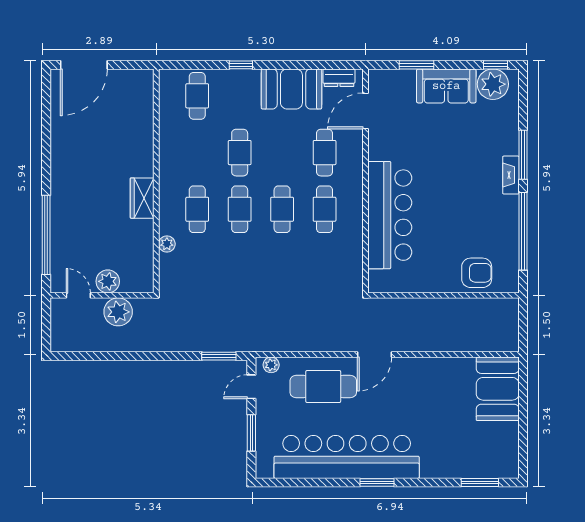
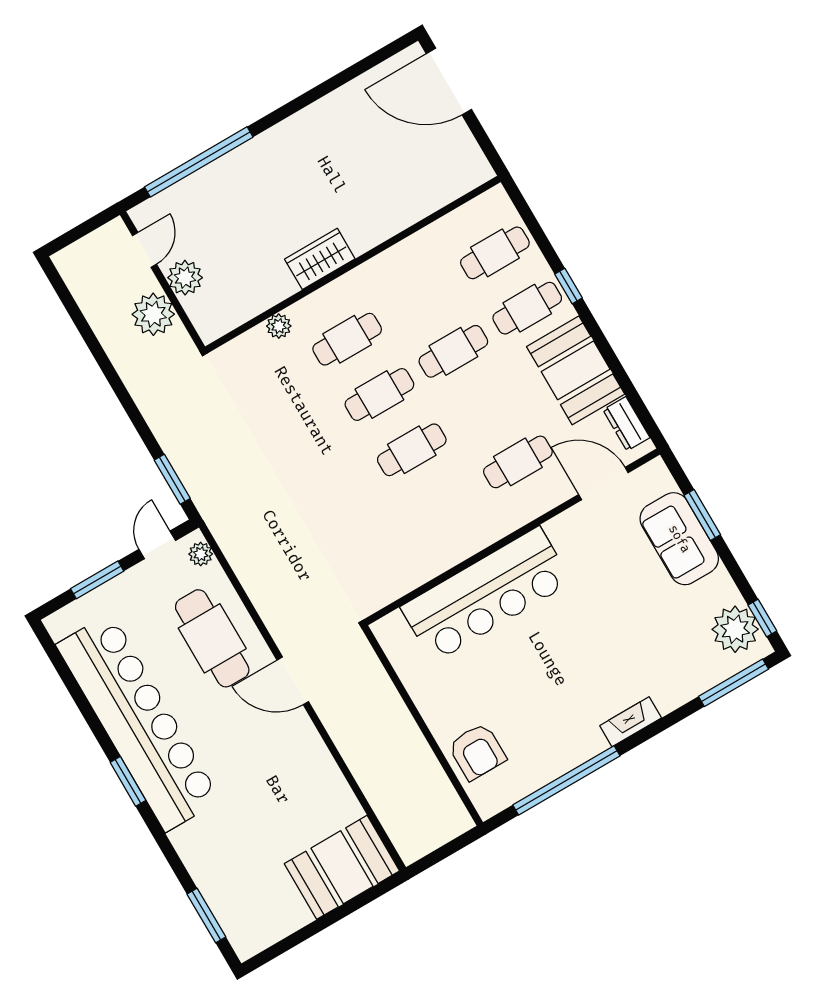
sofa: (446, 86) -> (679, 539), moved
window: (523, 155) -> (734, 683), moved
cafe table: (325, 209) -> (527, 308), moved
door: (251, 387) -> (157, 545), hinge flipped

